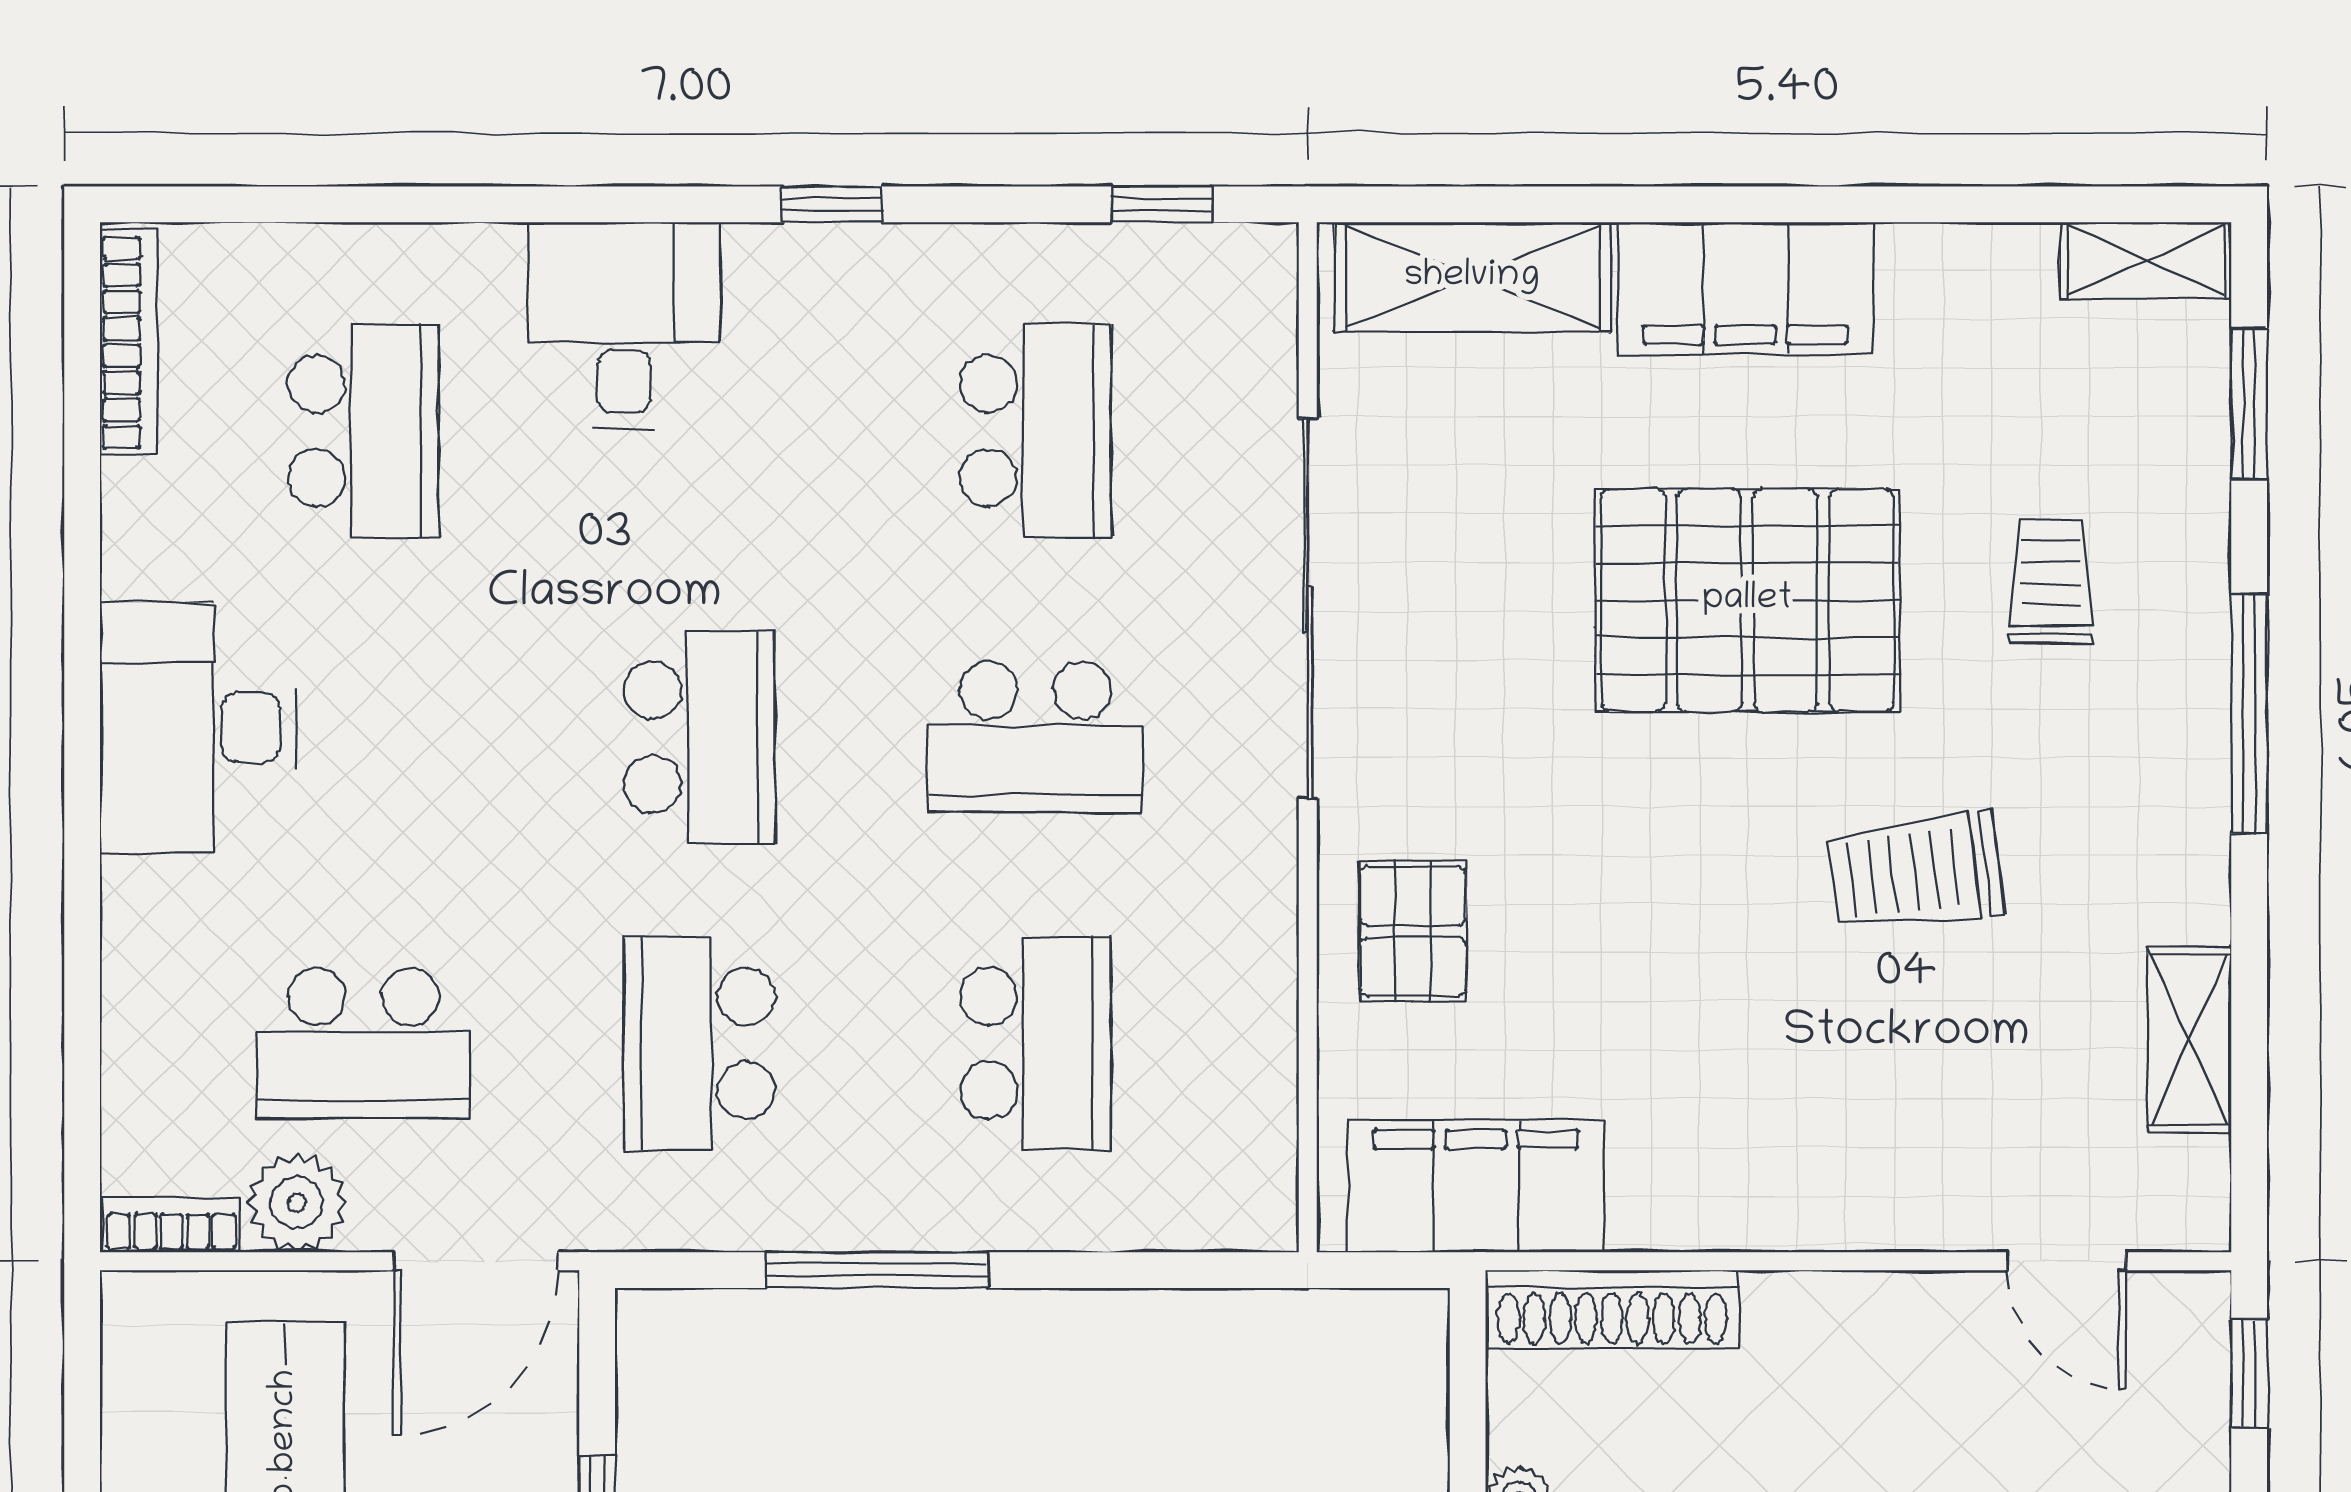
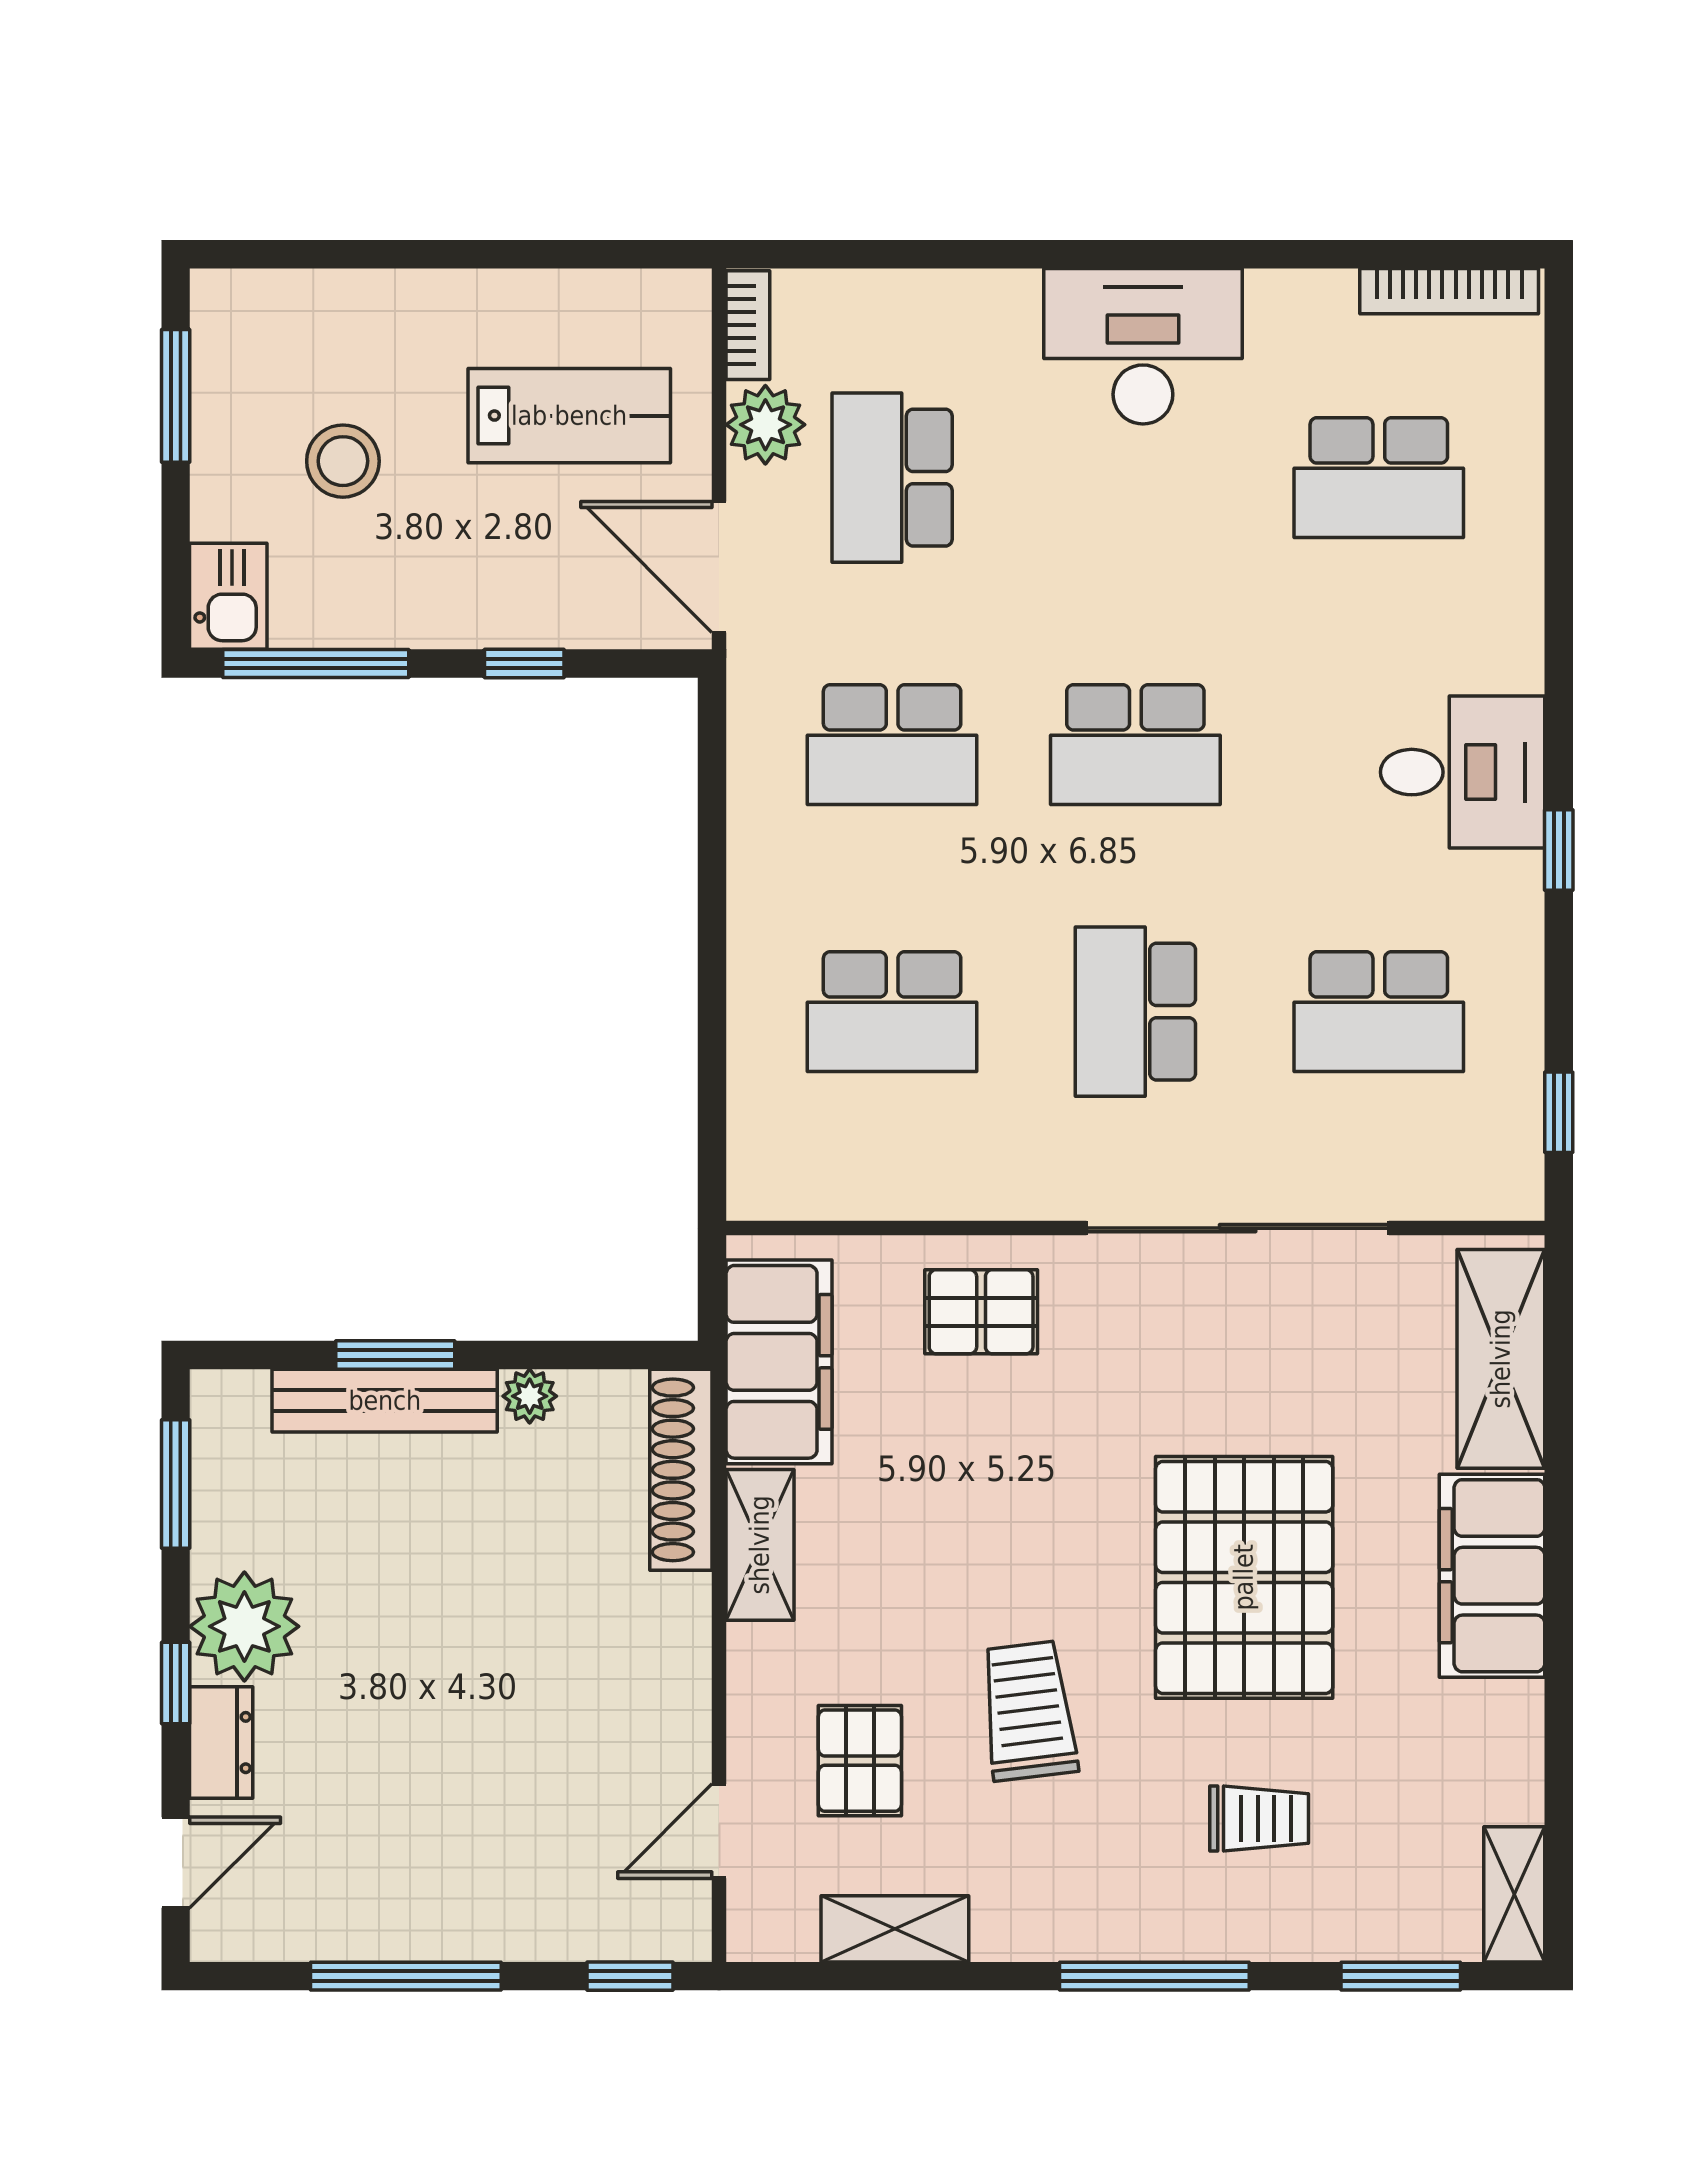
desk: (624, 325) -> (1463, 772), moved
school desk: (699, 1043) -> (892, 745), turned 180
pallet: (1978, 1084) -> (860, 1761), added
shelving: (1706, 1210) -> (760, 1545), added
window: (877, 1270) -> (712, 886), removed

